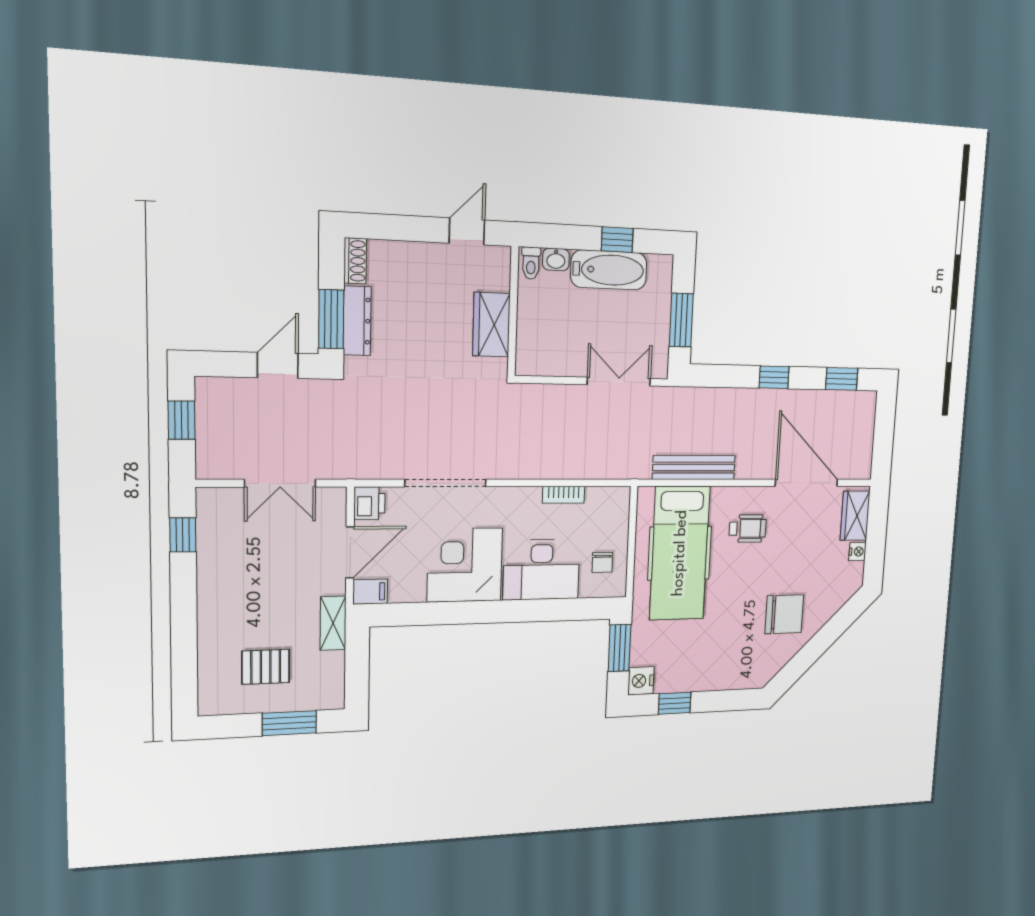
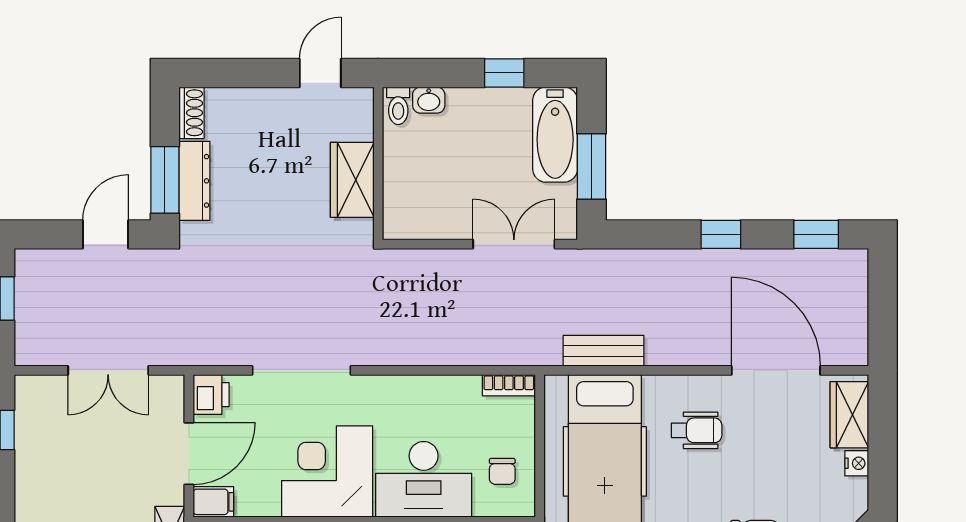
bathtub: (609, 270) -> (555, 135), moved, turned 90
bench: (694, 468) -> (604, 351), width x0.73
bookcase: (564, 495) -> (509, 385), moved

